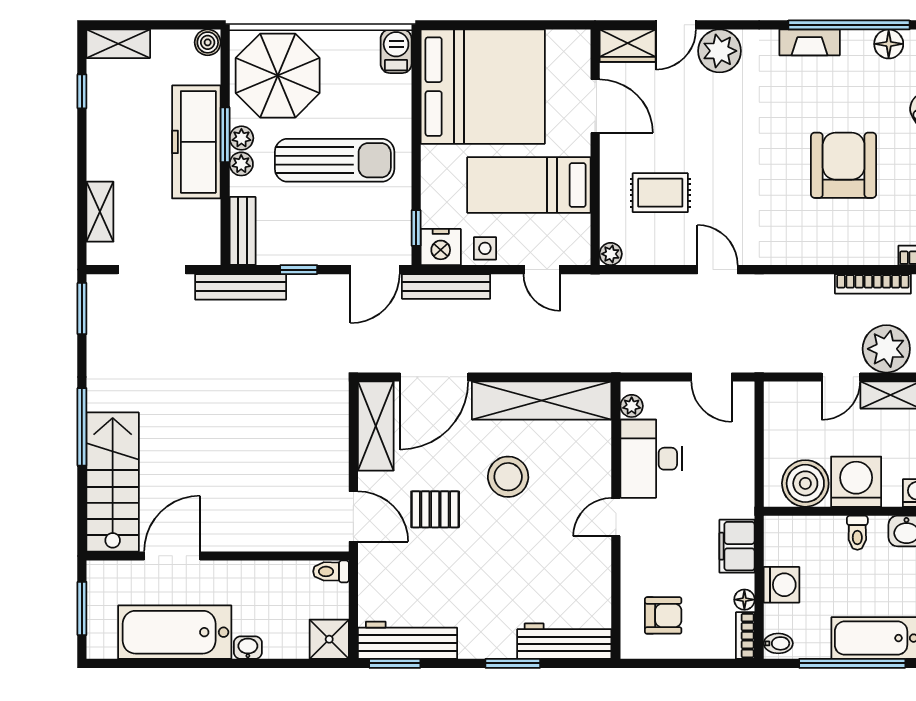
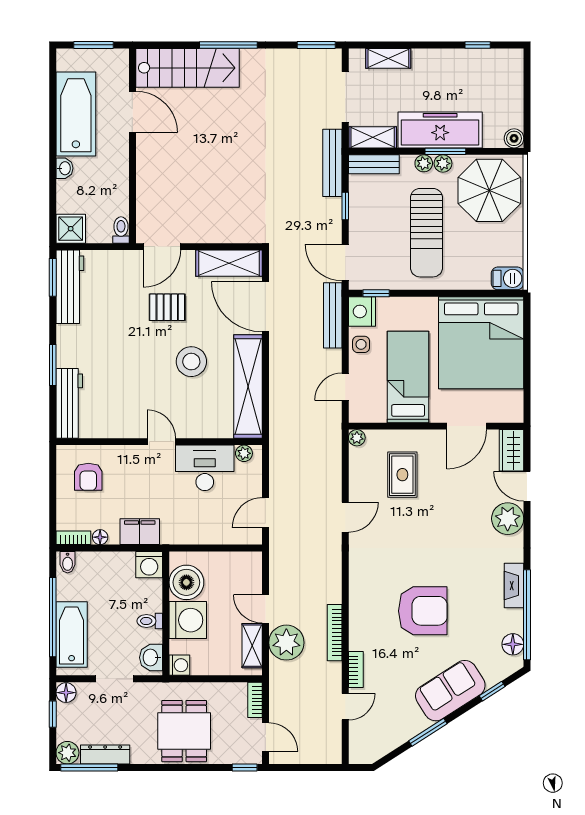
shelving: (118, 44) -> (373, 137), moved, turned 90
pallet: (435, 509) -> (167, 307), turned 90
washing machine: (781, 585) -> (149, 565), moved

